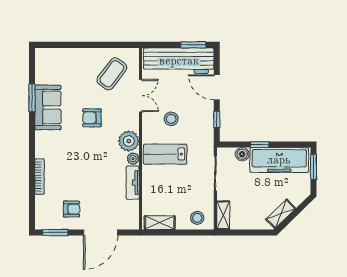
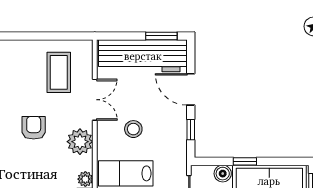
coffee table: (112, 74) -> (59, 72), turned -37
armchair: (92, 118) -> (34, 128), turned 90
plant: (129, 141) -> (80, 142), moved

